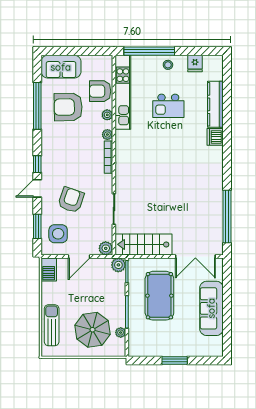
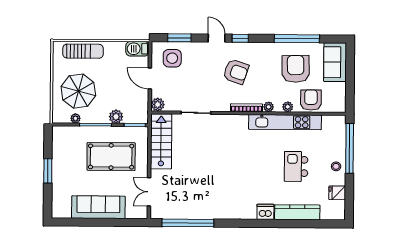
kitchen unit: (123, 92) -> (285, 122), moved
armchair: (71, 200) -> (236, 72), moved
double door: (195, 256) -> (149, 192), width x0.73
plant: (118, 265) -> (116, 117), moved

